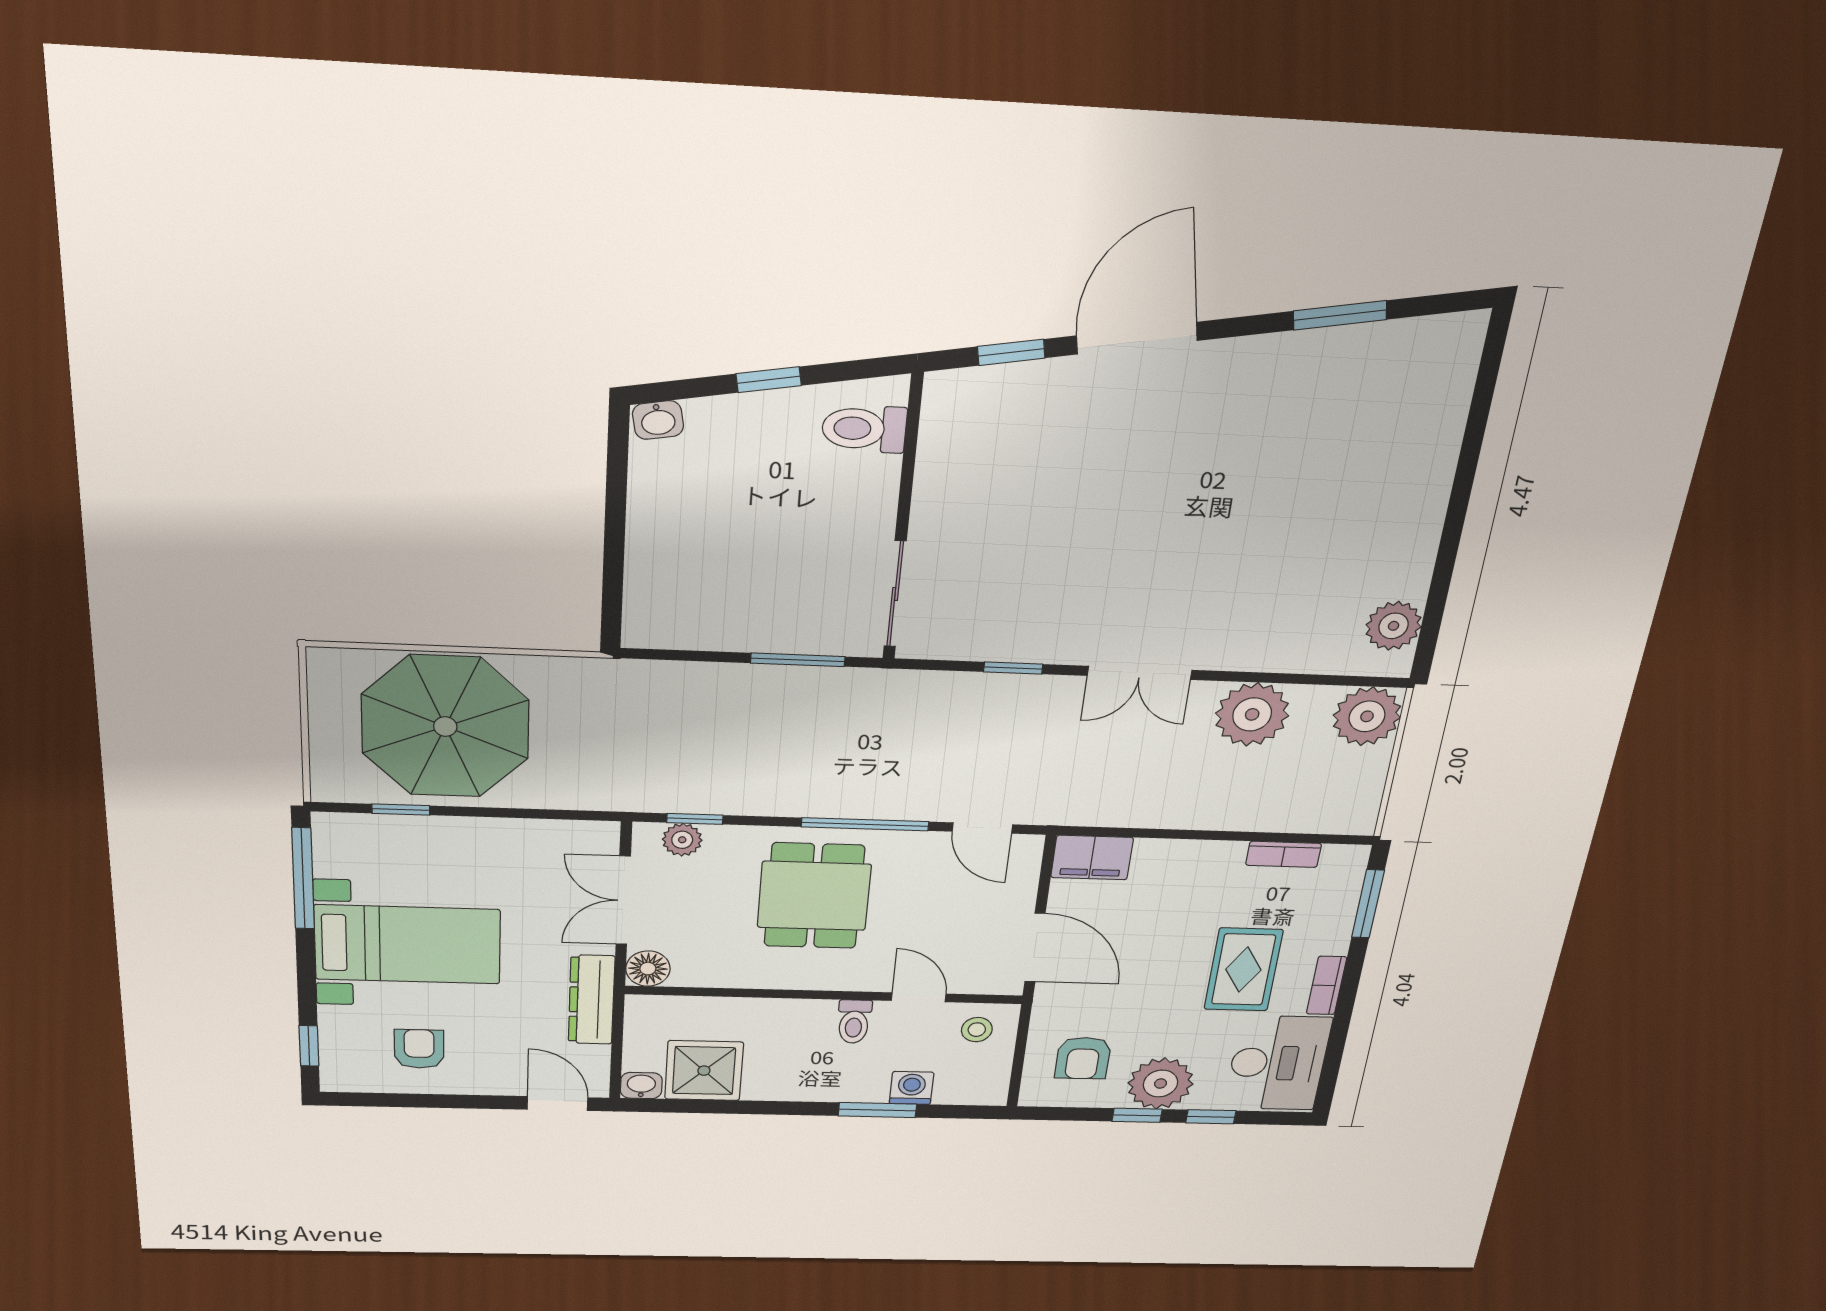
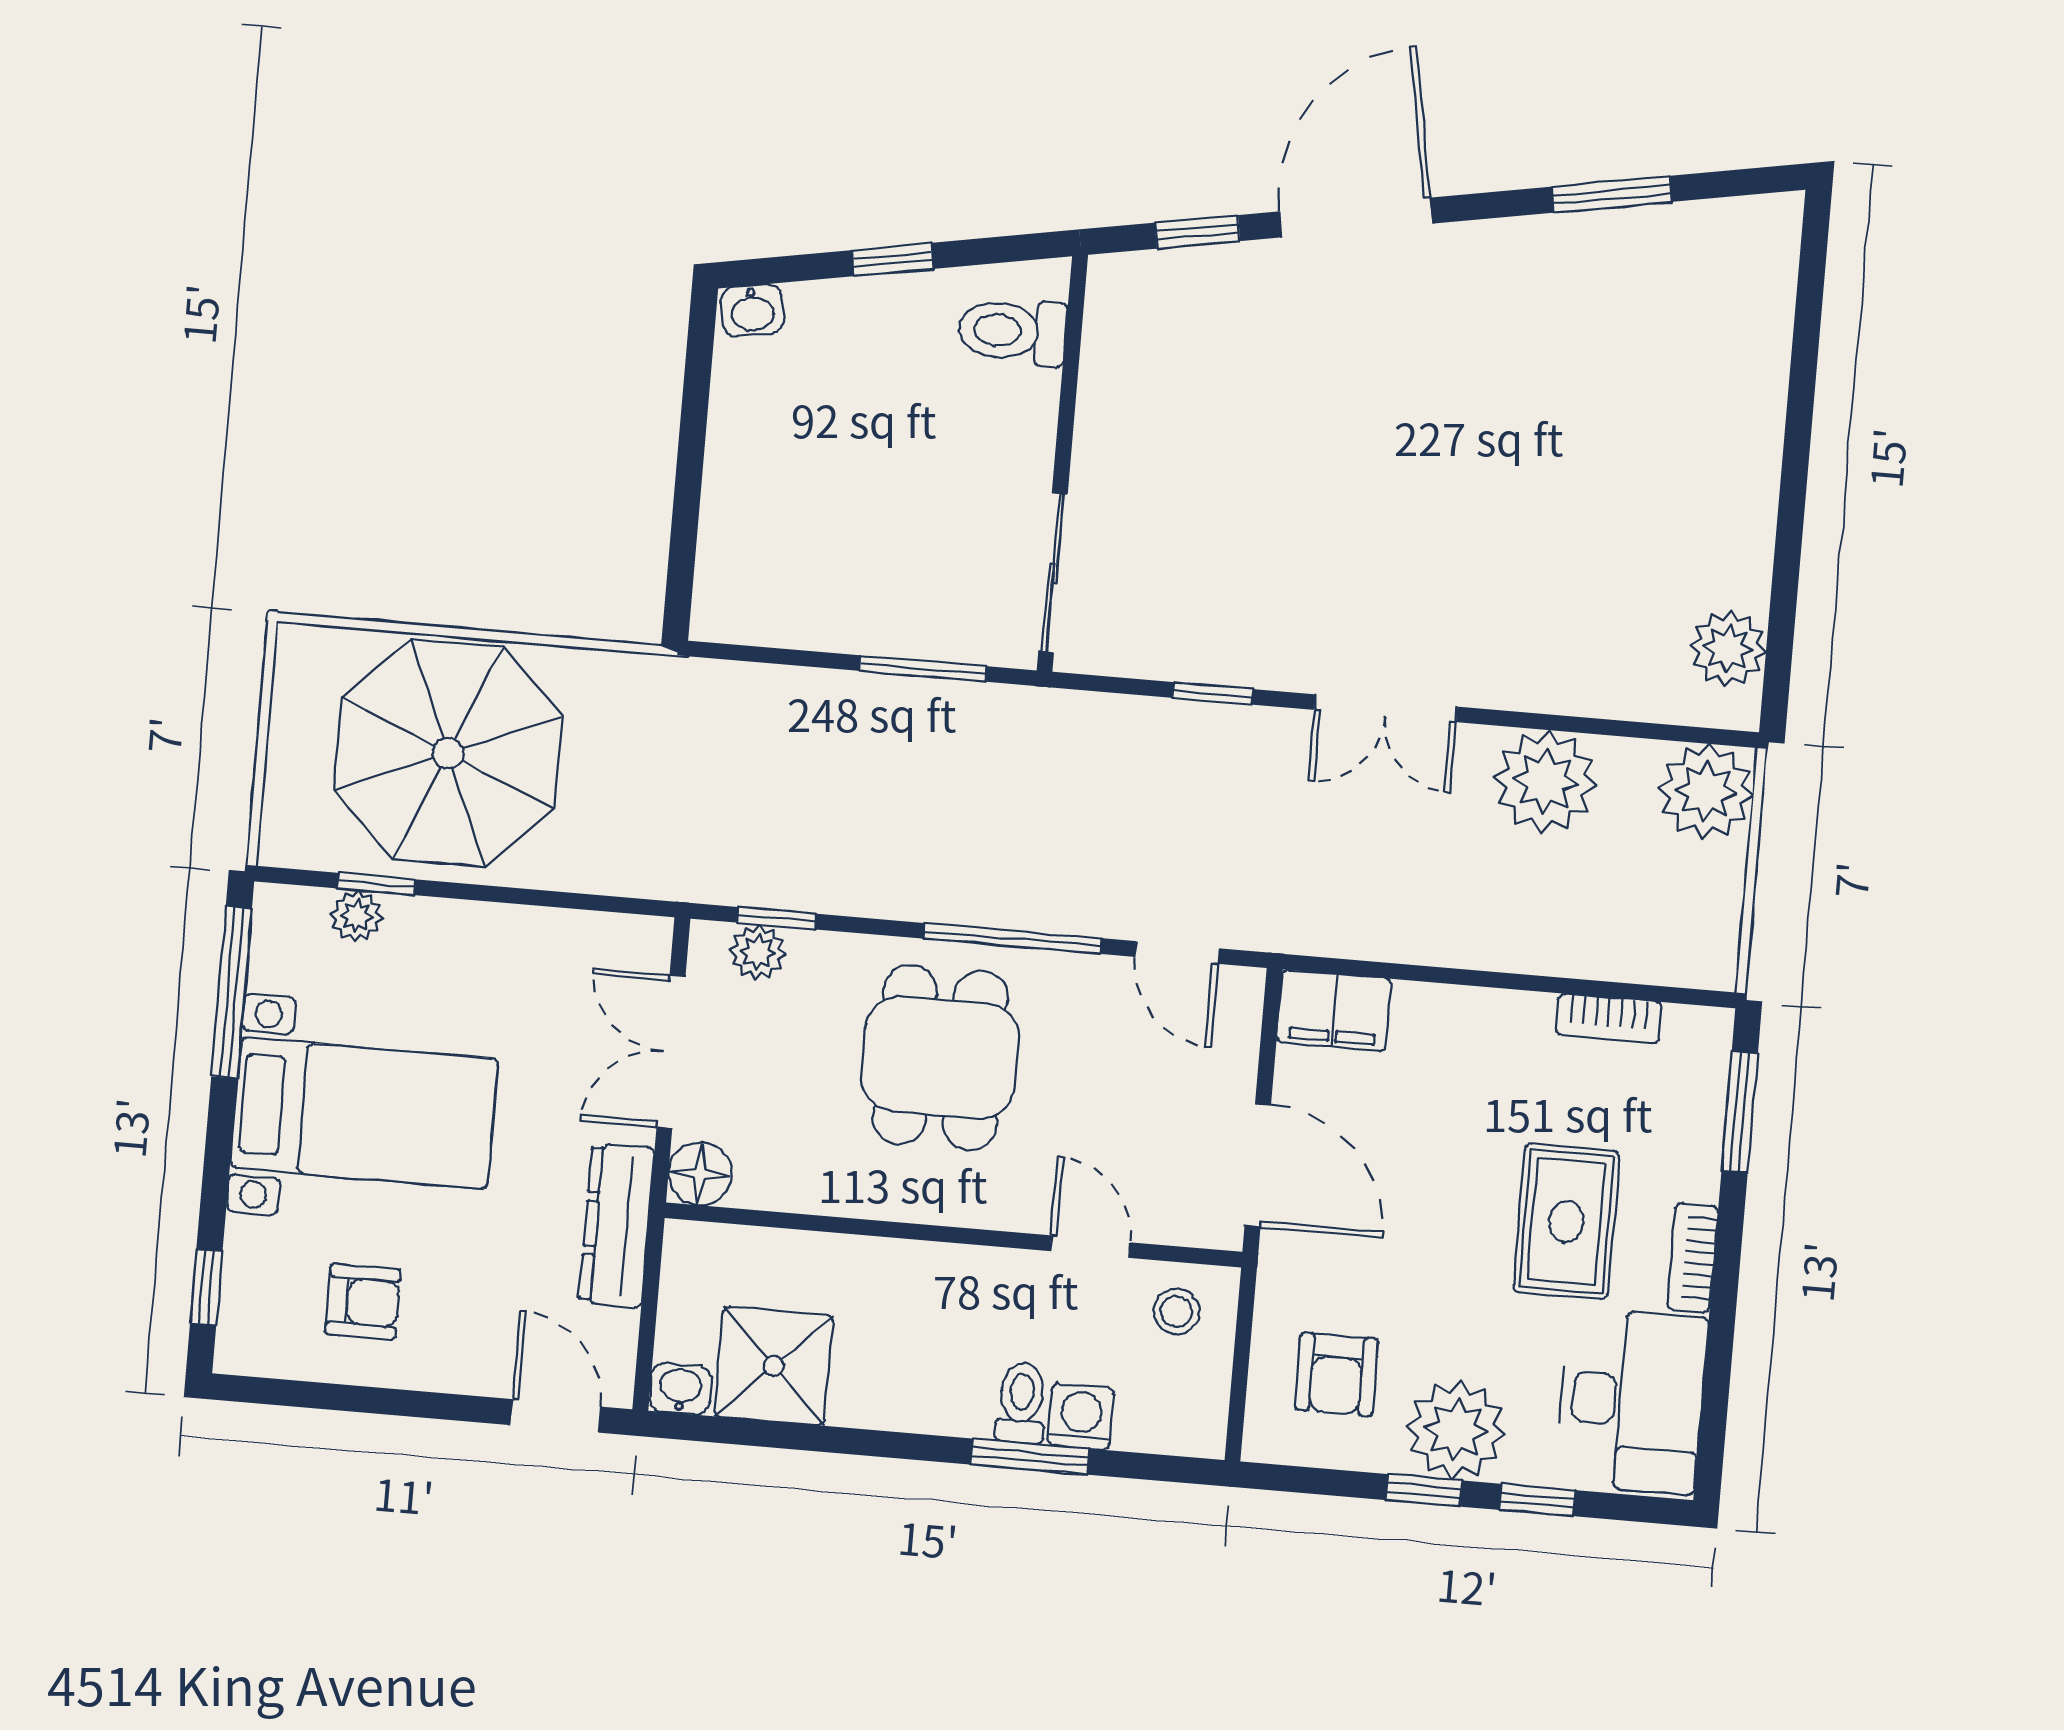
plant: (389, 830) -> (357, 916), added
toilet: (854, 1022) -> (1021, 1403), moved, turned 180
armchair: (419, 1049) -> (363, 1302), turned 90

